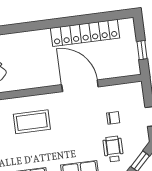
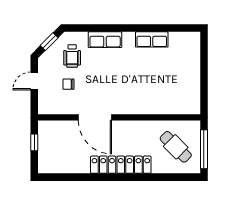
locker: (85, 33) -> (121, 165), moved
coffee table: (32, 122) -> (143, 90), removed

